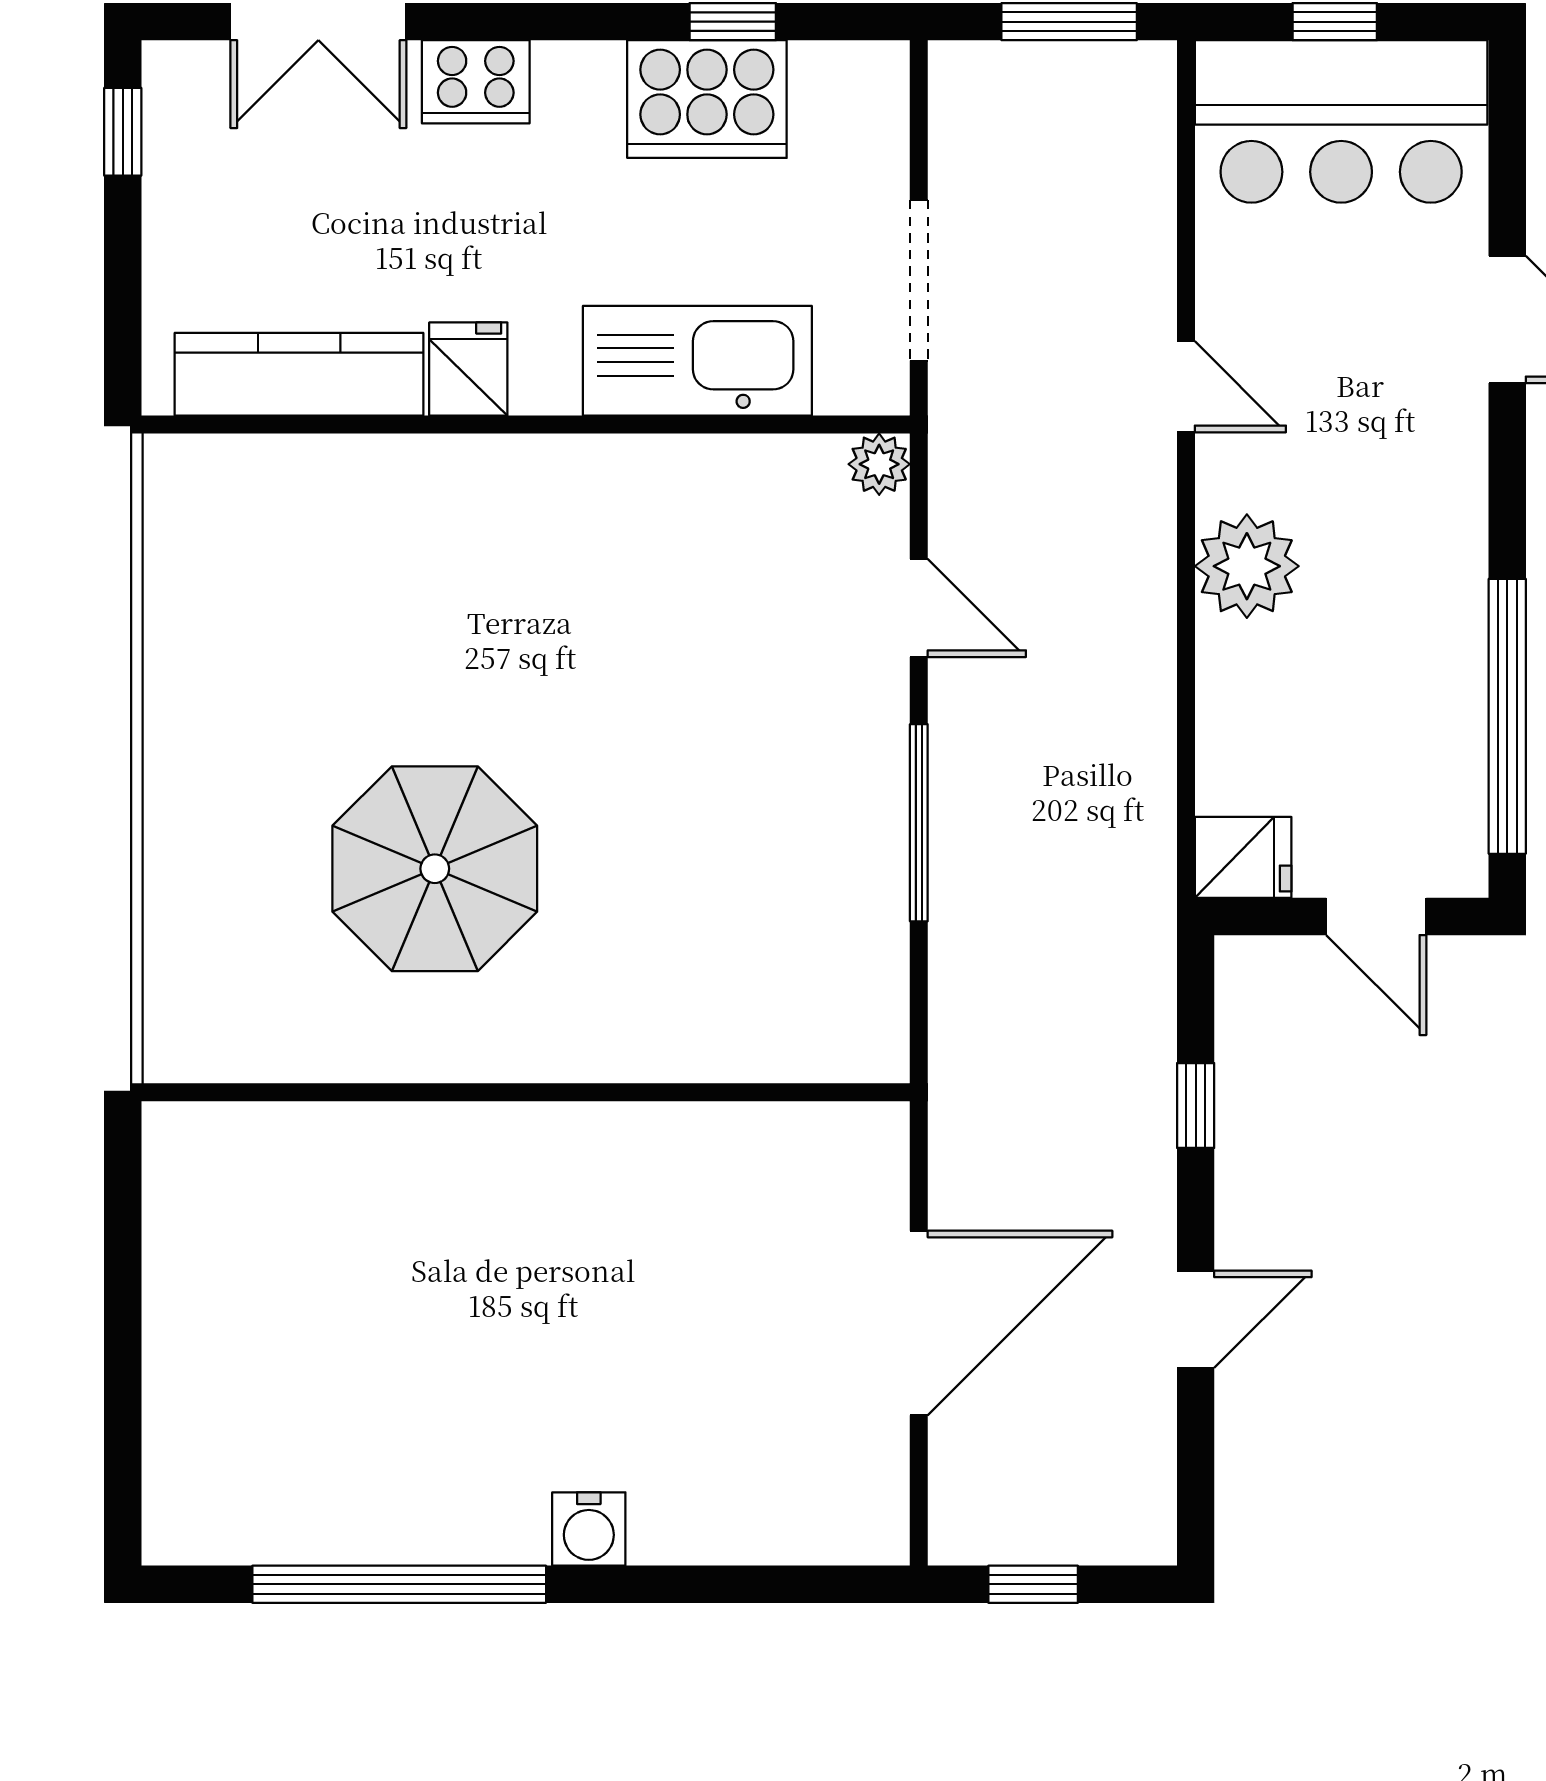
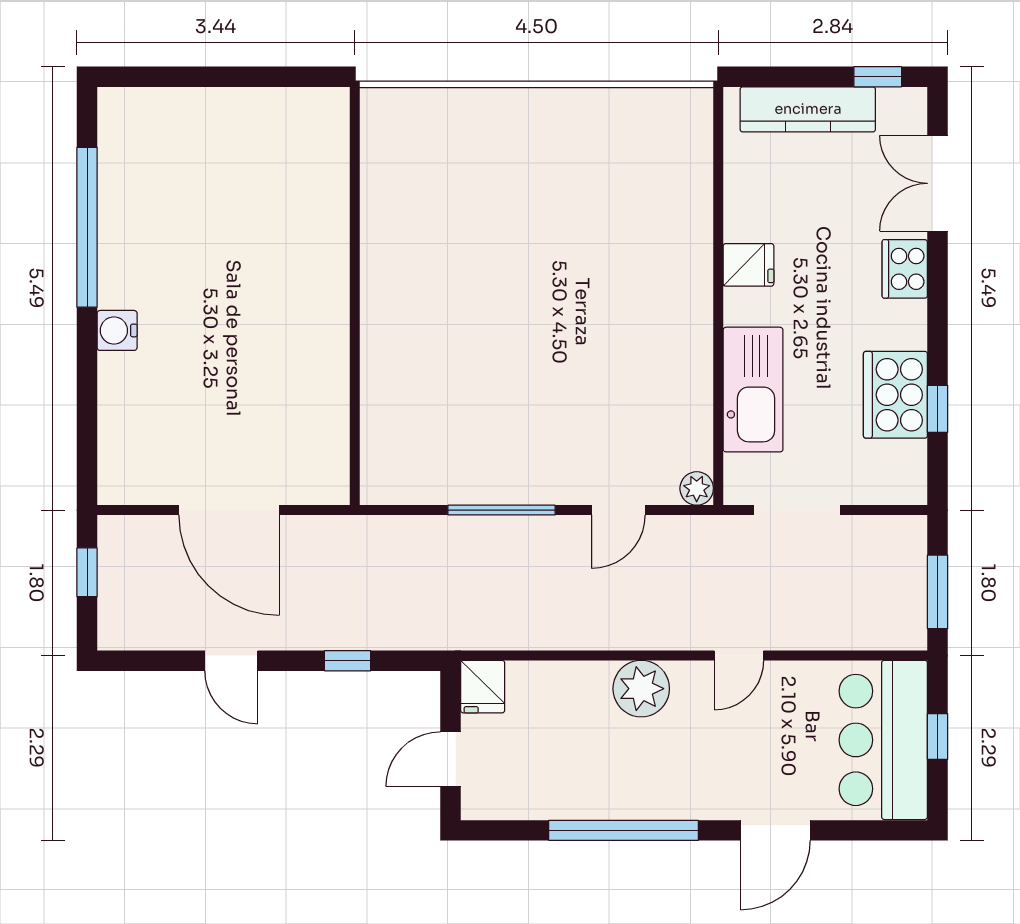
kitchen counter: (299, 374) -> (808, 109), moved, turned 90
window: (1507, 716) -> (624, 830), moved
parasol: (435, 869) -> (477, 247), removed

